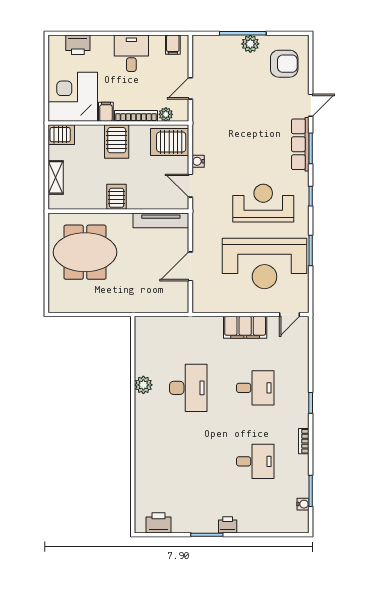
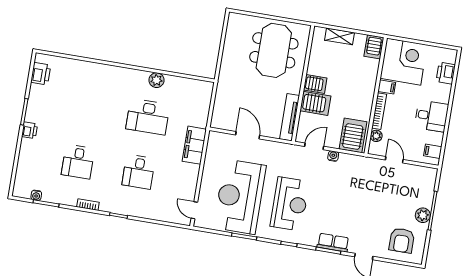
server rack: (117, 142) -> (315, 103), moved, turned 180
row of seats: (300, 144) -> (333, 243), width x0.68
filing cabinet: (245, 327) -> (194, 145), moved

